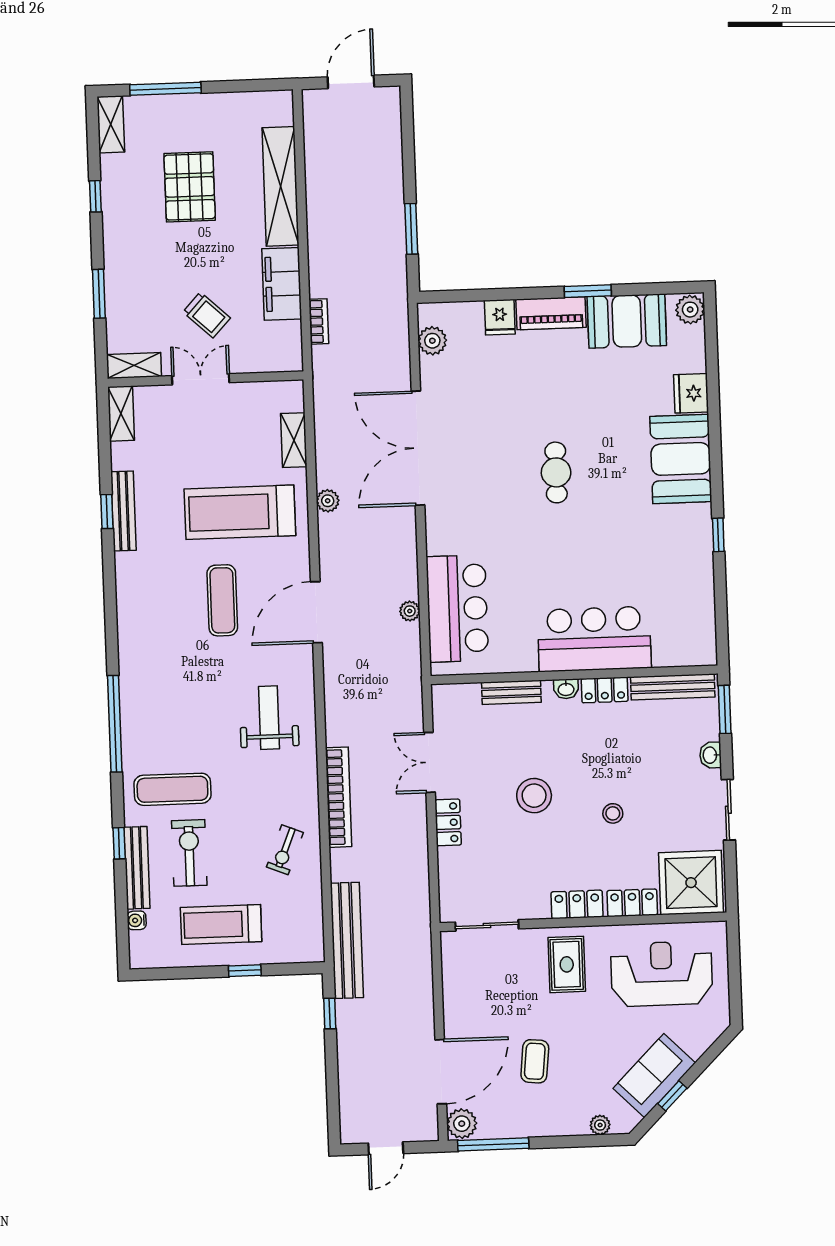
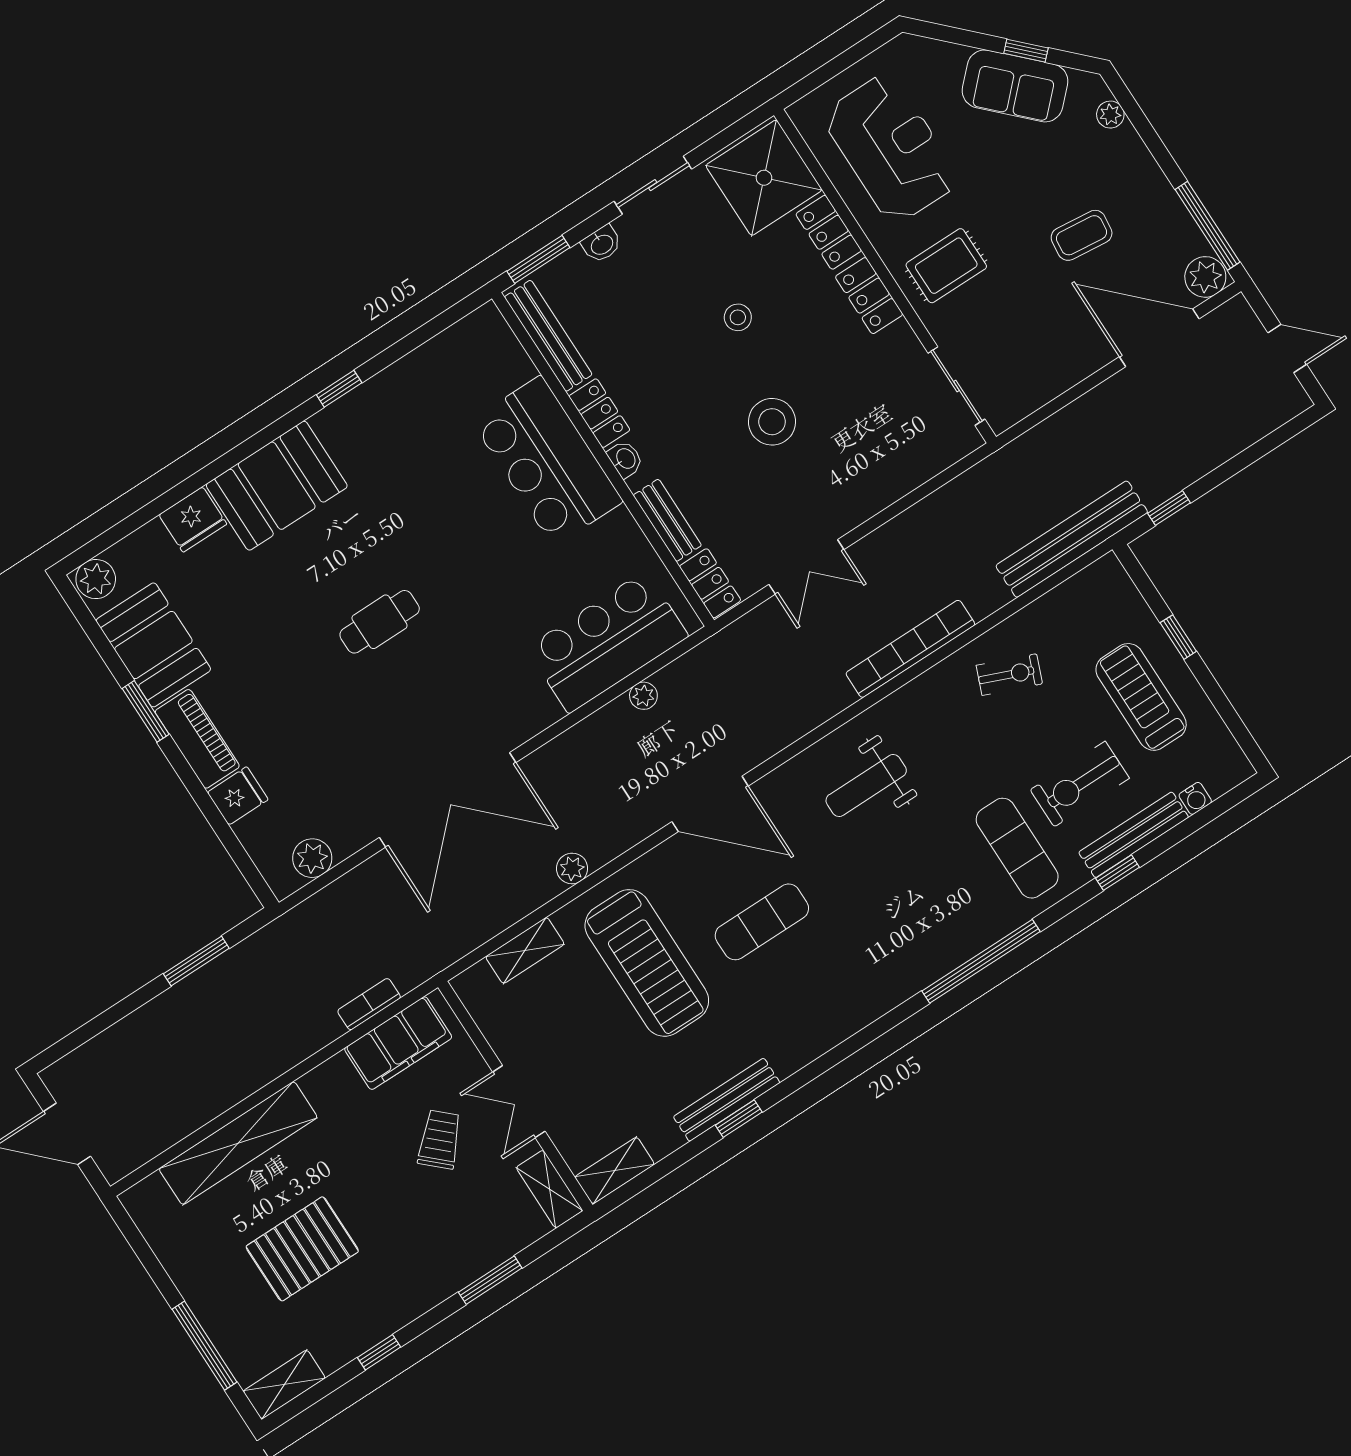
filing cabinet: (282, 284) -> (398, 1043), moved
locker: (448, 822) -> (710, 583), moved, turned 90
treadmill: (221, 925) -> (1141, 697), turned 180
reception desk: (662, 974) -> (891, 148), turned 180

